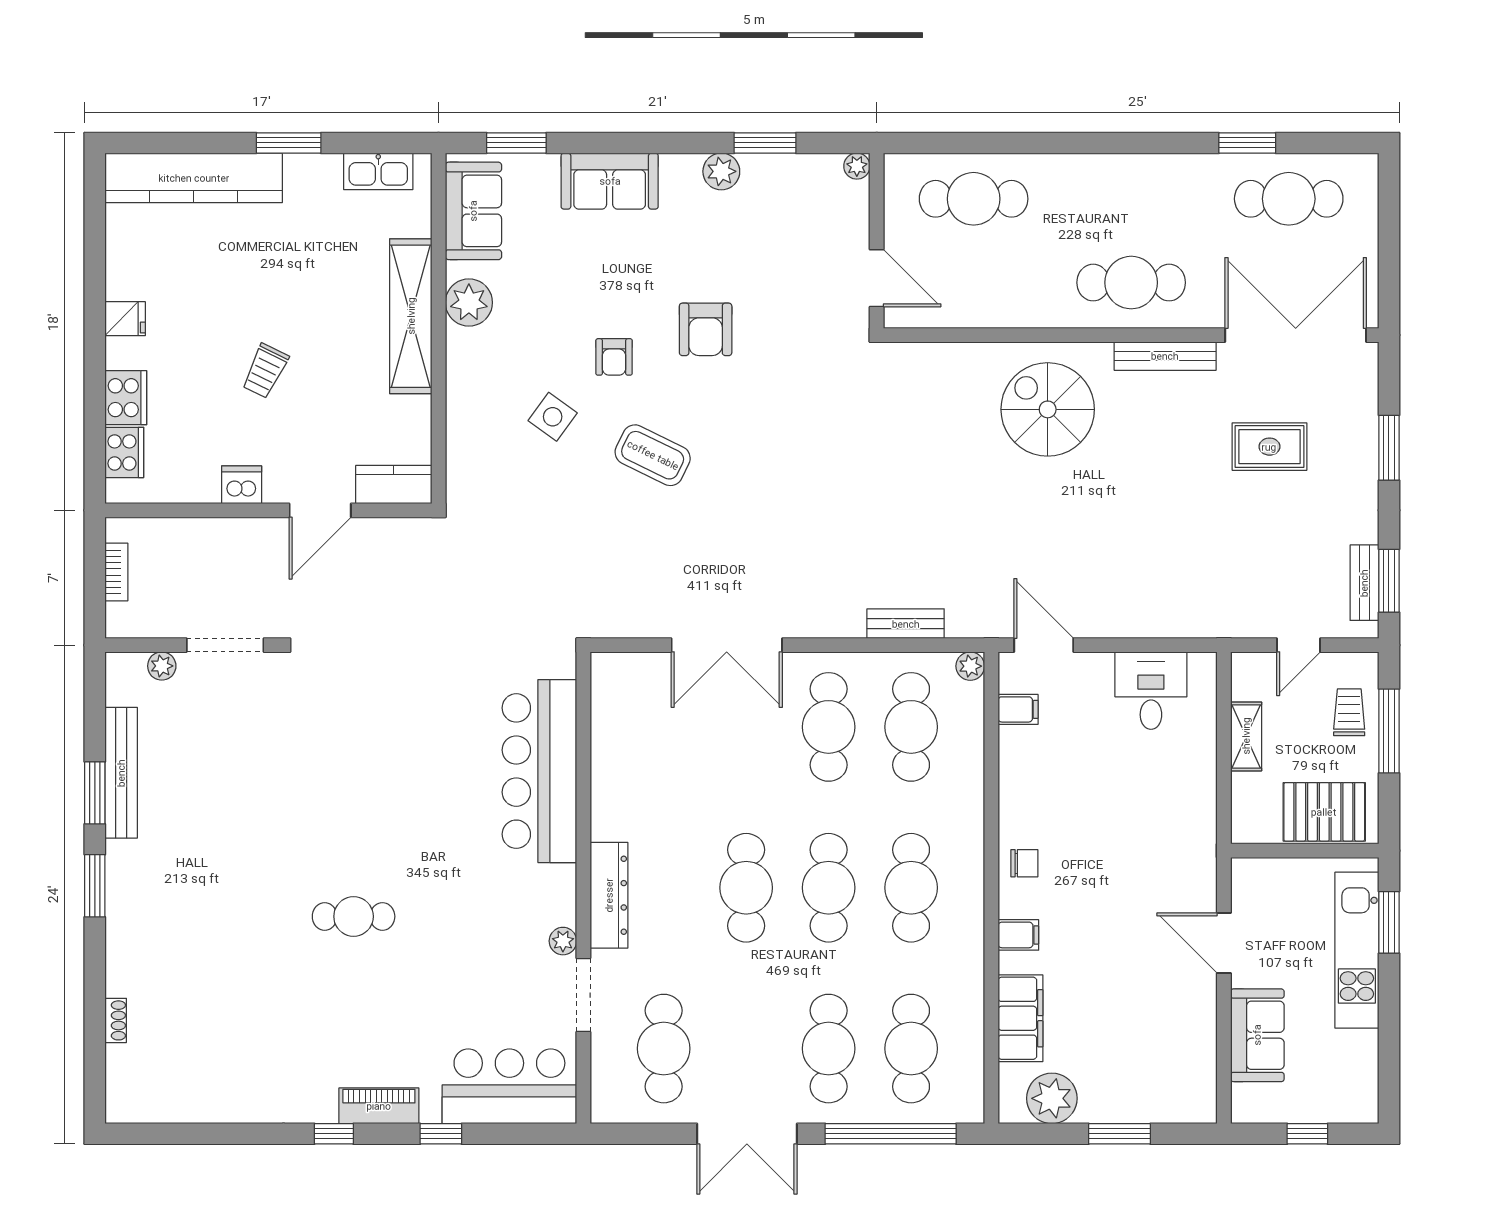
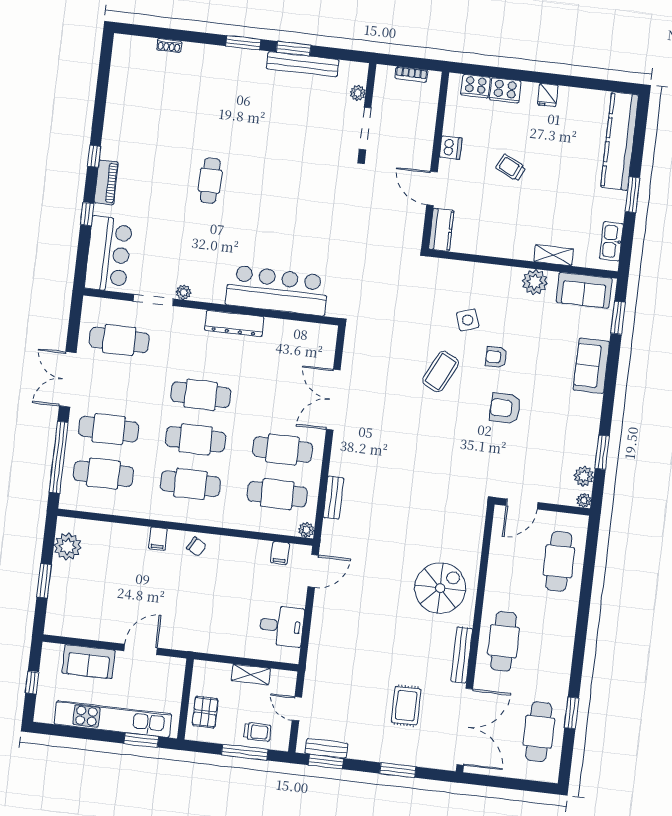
plant: (721, 171) -> (584, 476), moved
shelving: (411, 316) -> (554, 255), width x0.45, depth x0.75
side table: (553, 417) -> (468, 320), turned 35
pallet: (1324, 812) -> (205, 712), width x0.67, depth x0.71
chair: (1024, 863) -> (196, 547), turned -60
dresser: (609, 895) -> (234, 324), moved
kitchen unit: (1357, 950) -> (113, 719), width x1.36
filing cabinet: (1020, 1018) -> (113, 535), removed

